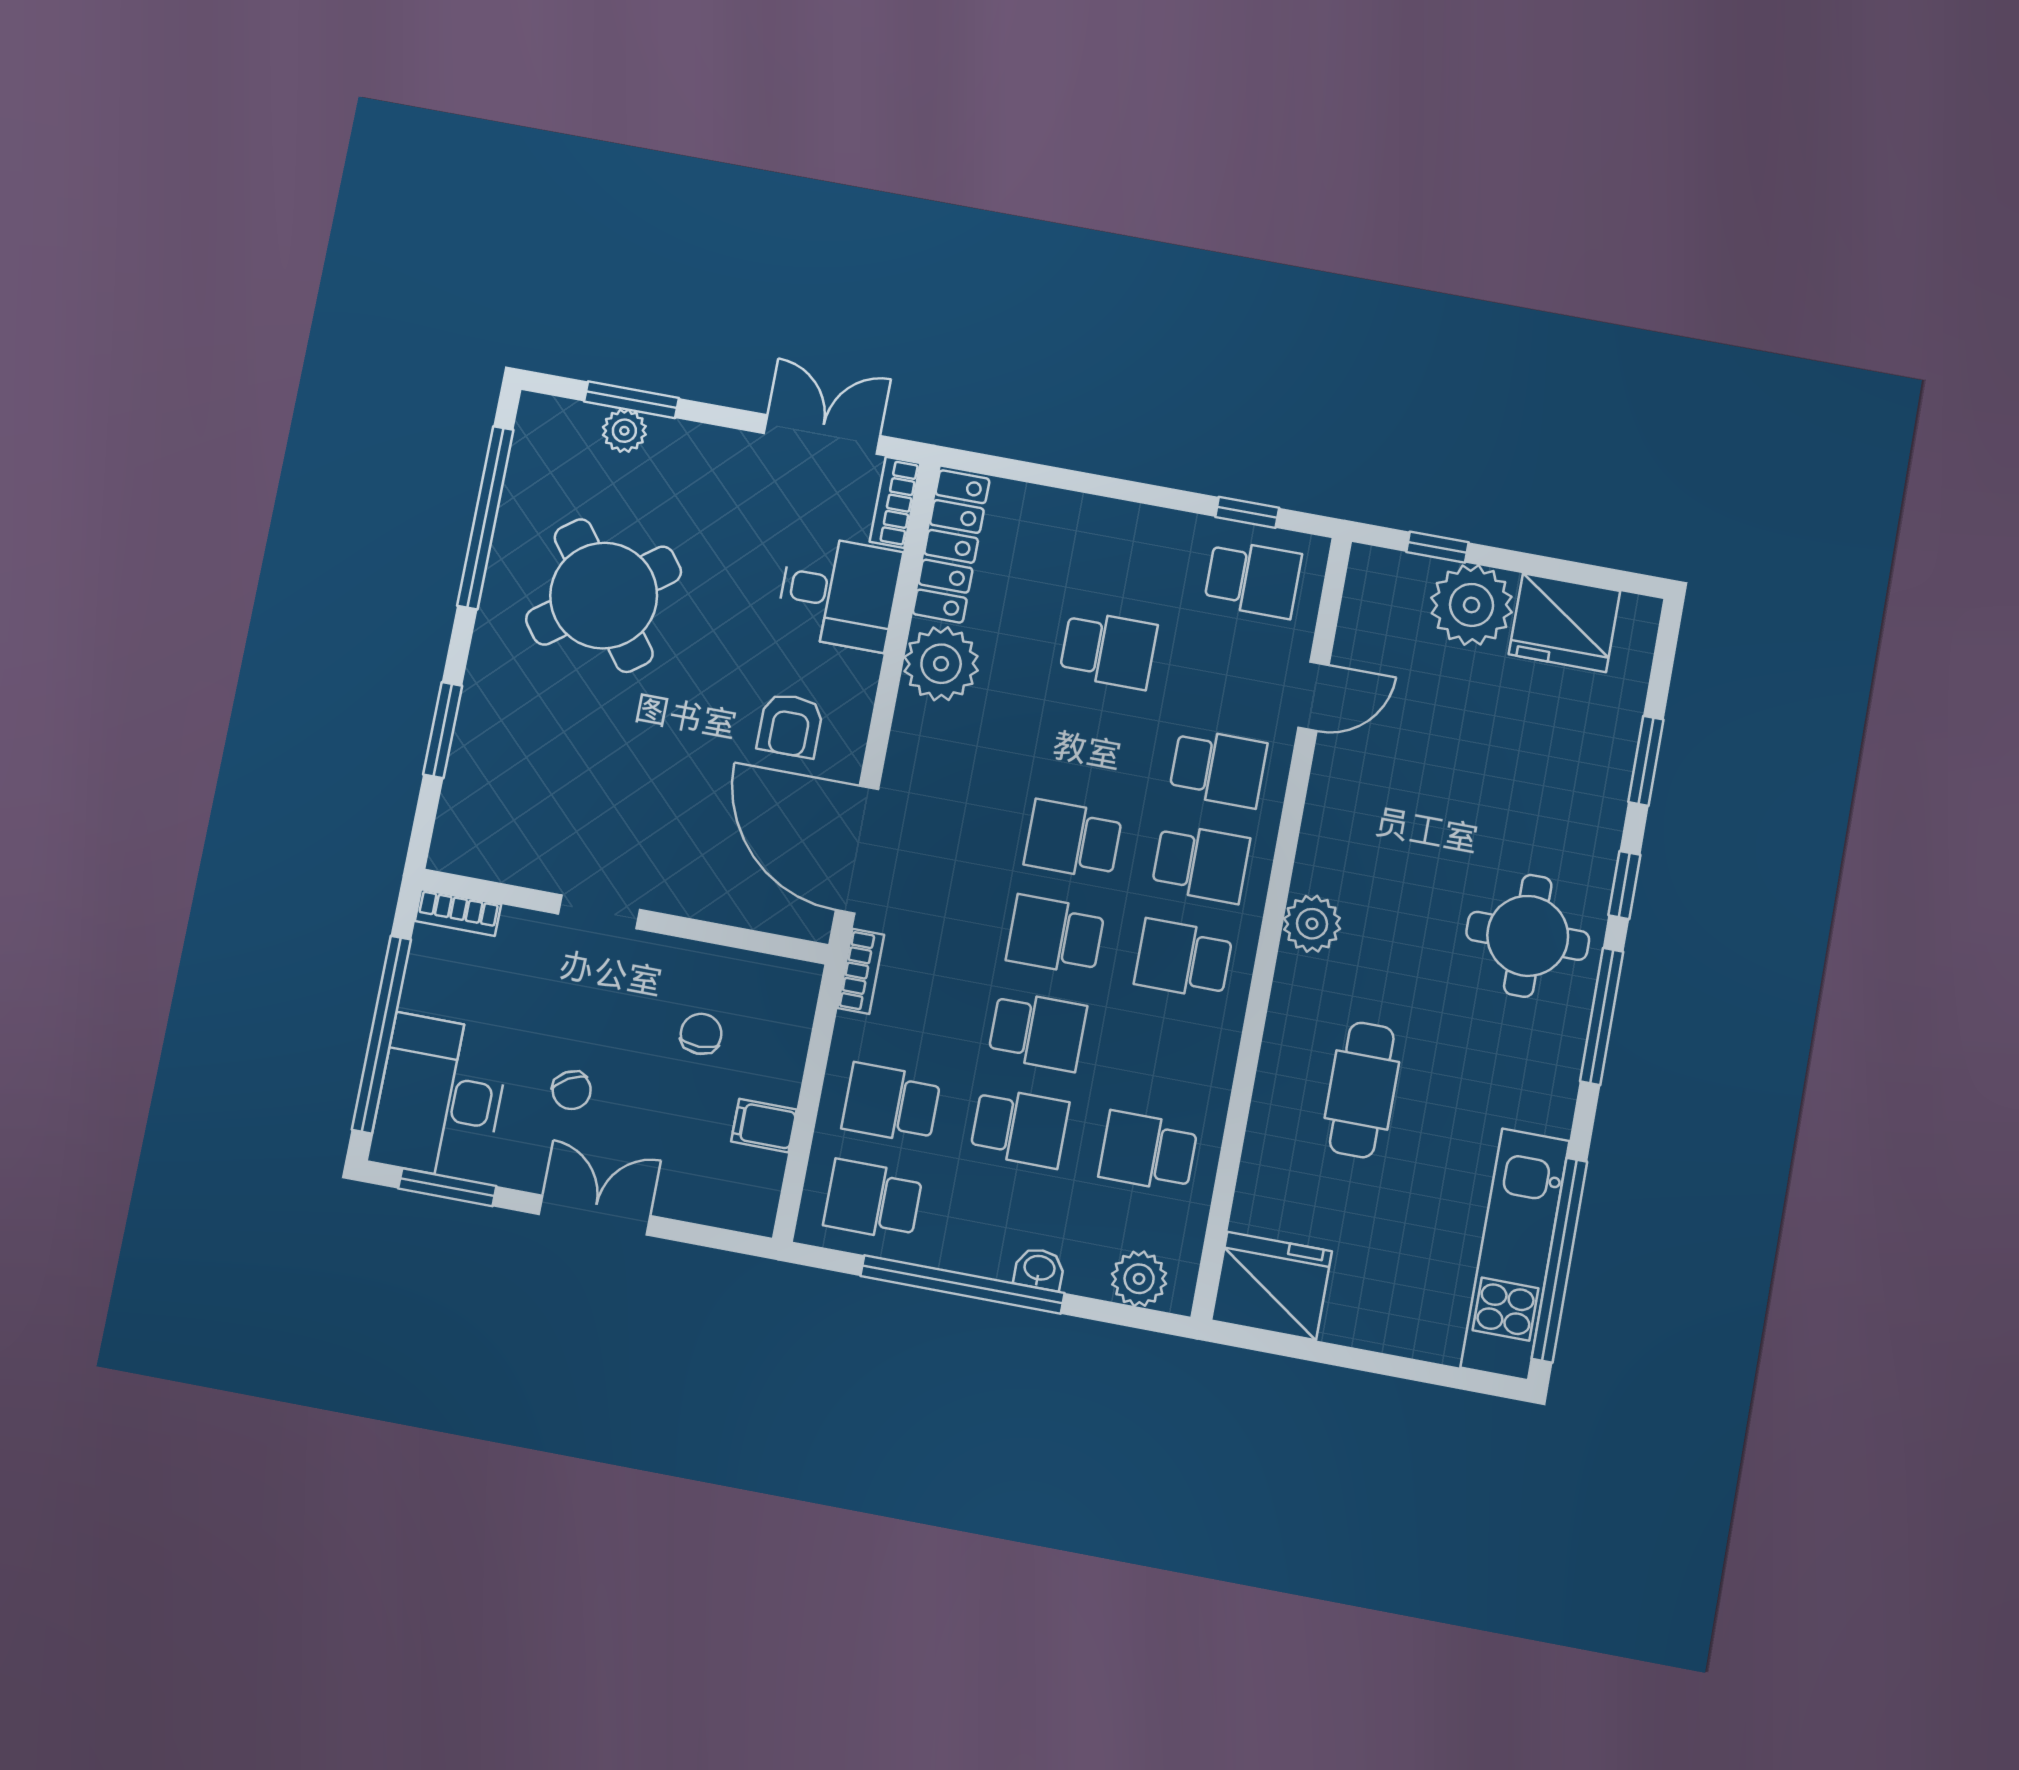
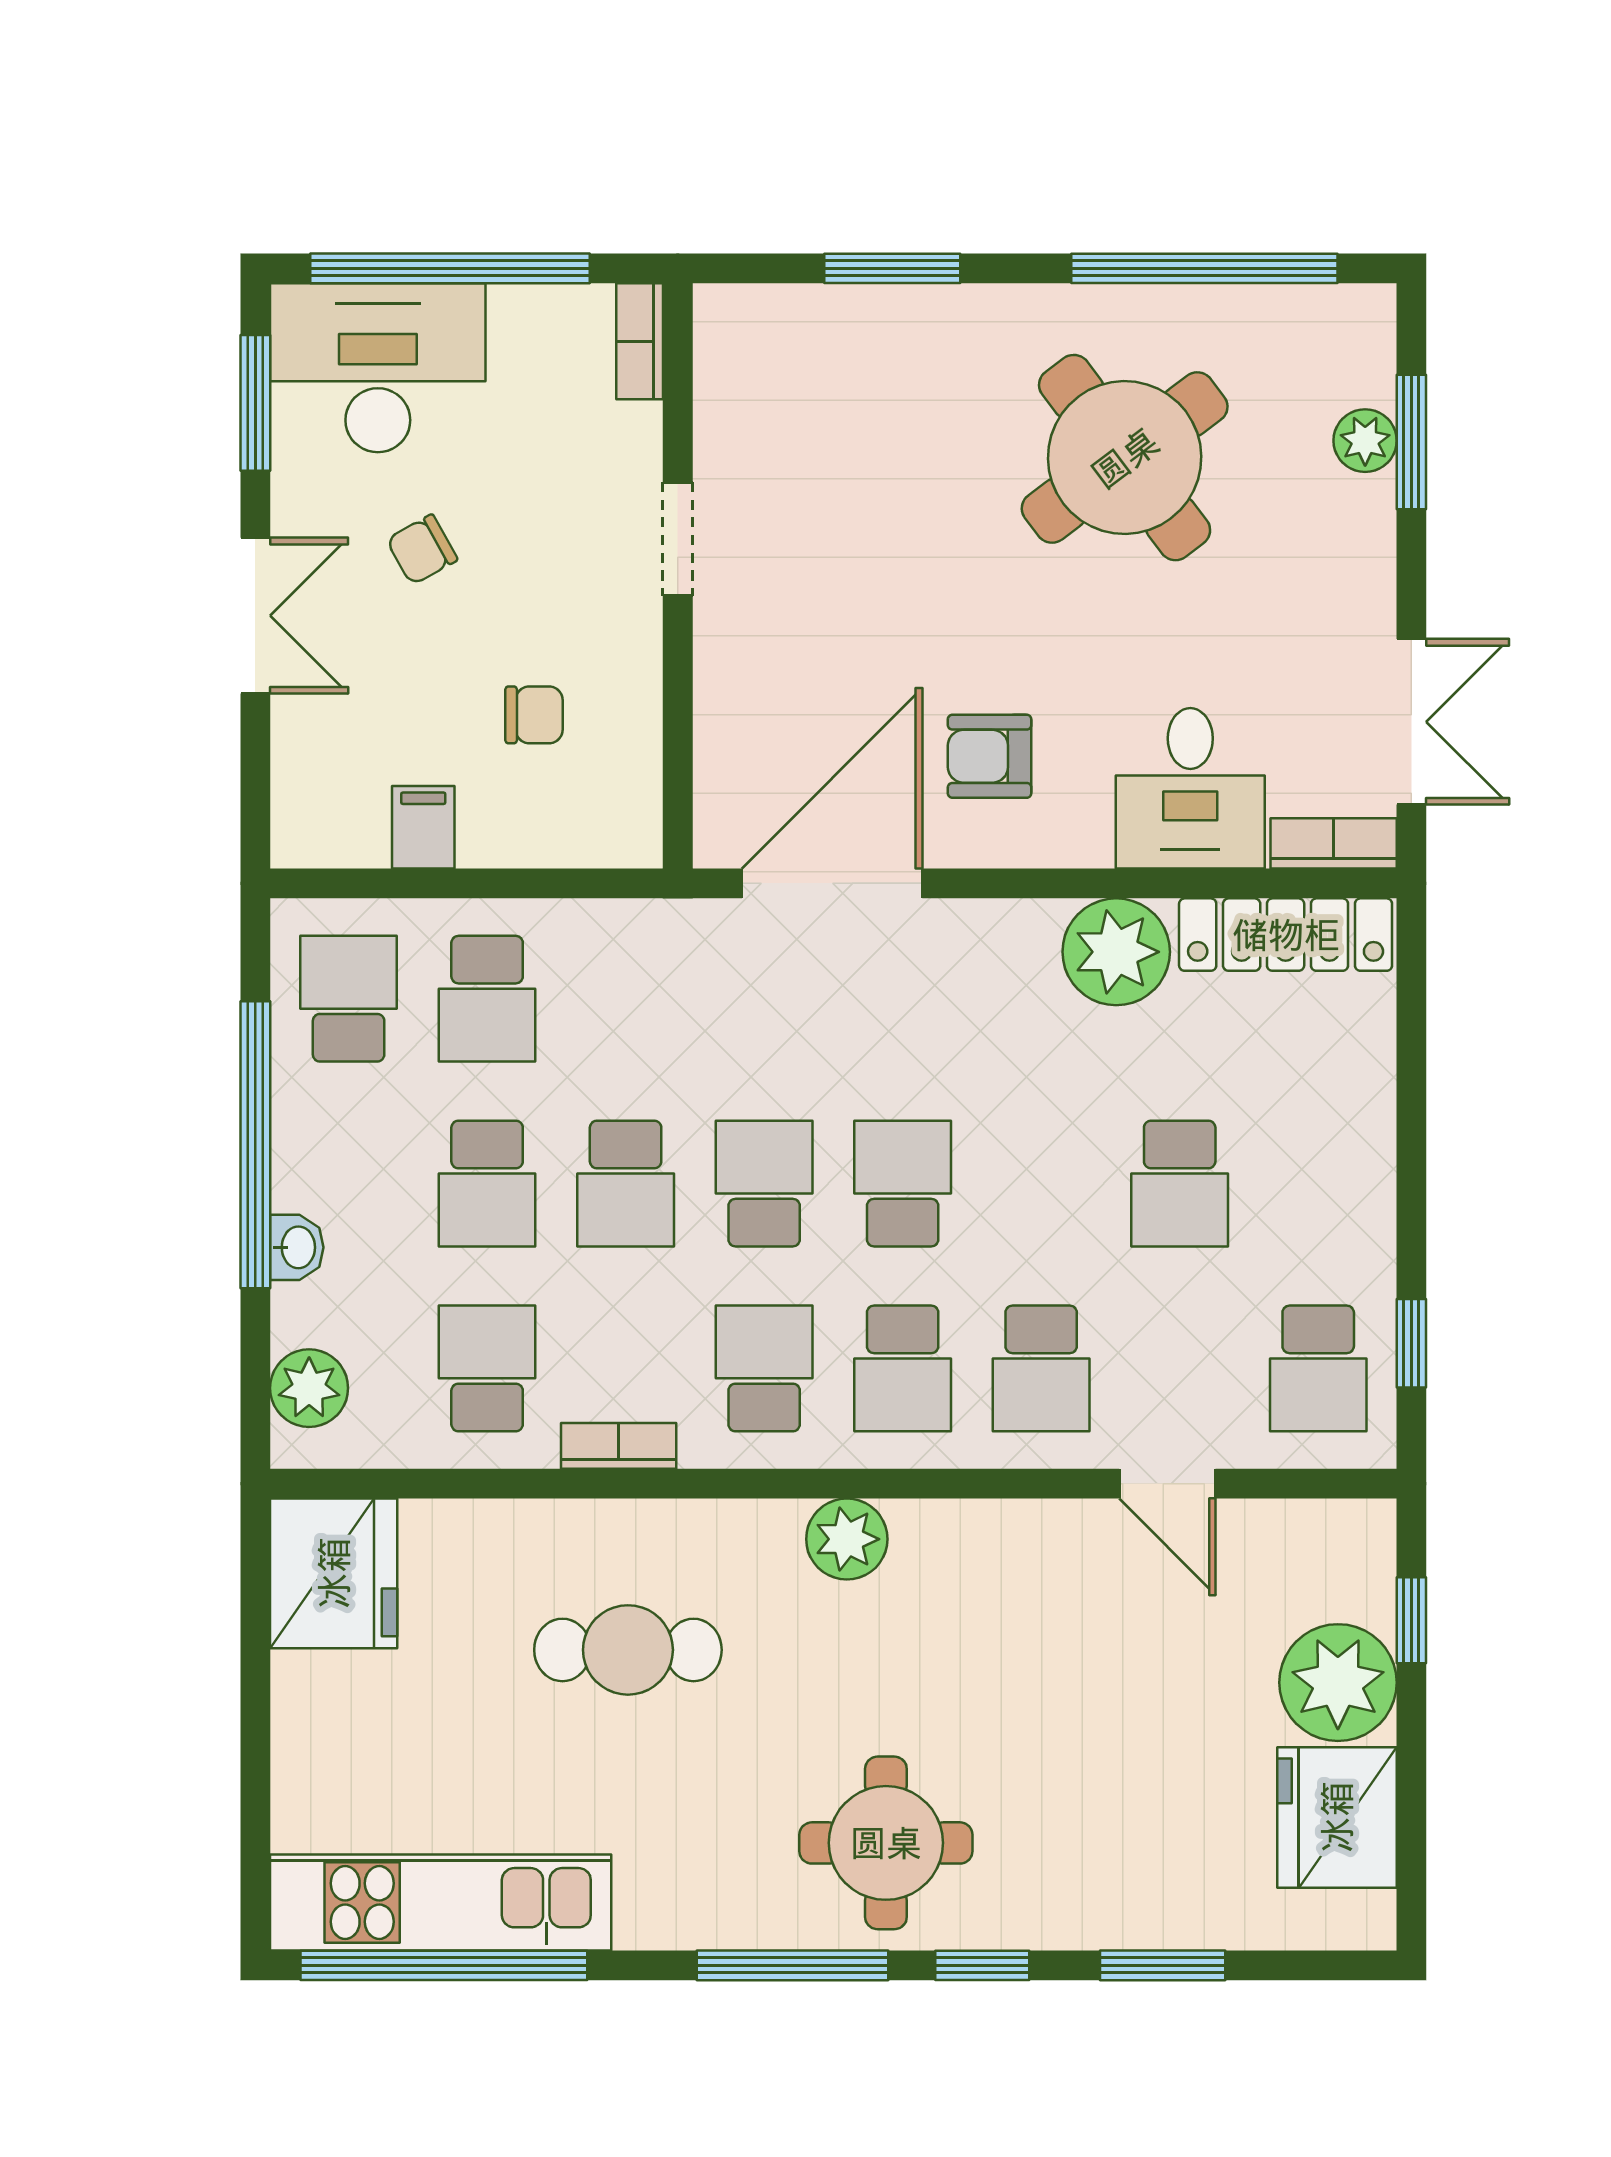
bookcase: (861, 971) -> (619, 1446), moved, turned 180
school desk: (891, 1103) -> (487, 999), turned 180

